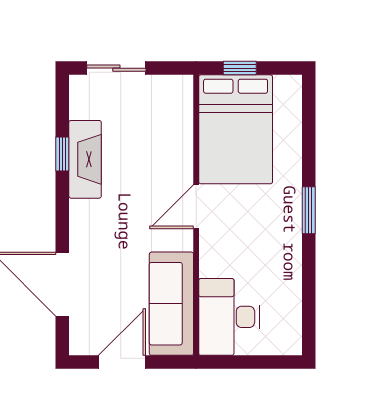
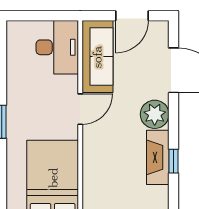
door: (196, 207) -> (80, 109), moved
plant: (89, 221) -> (155, 114), added

